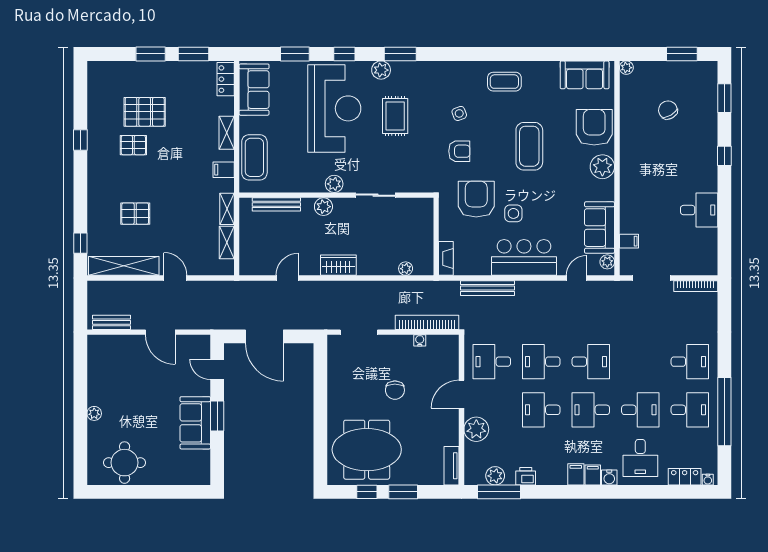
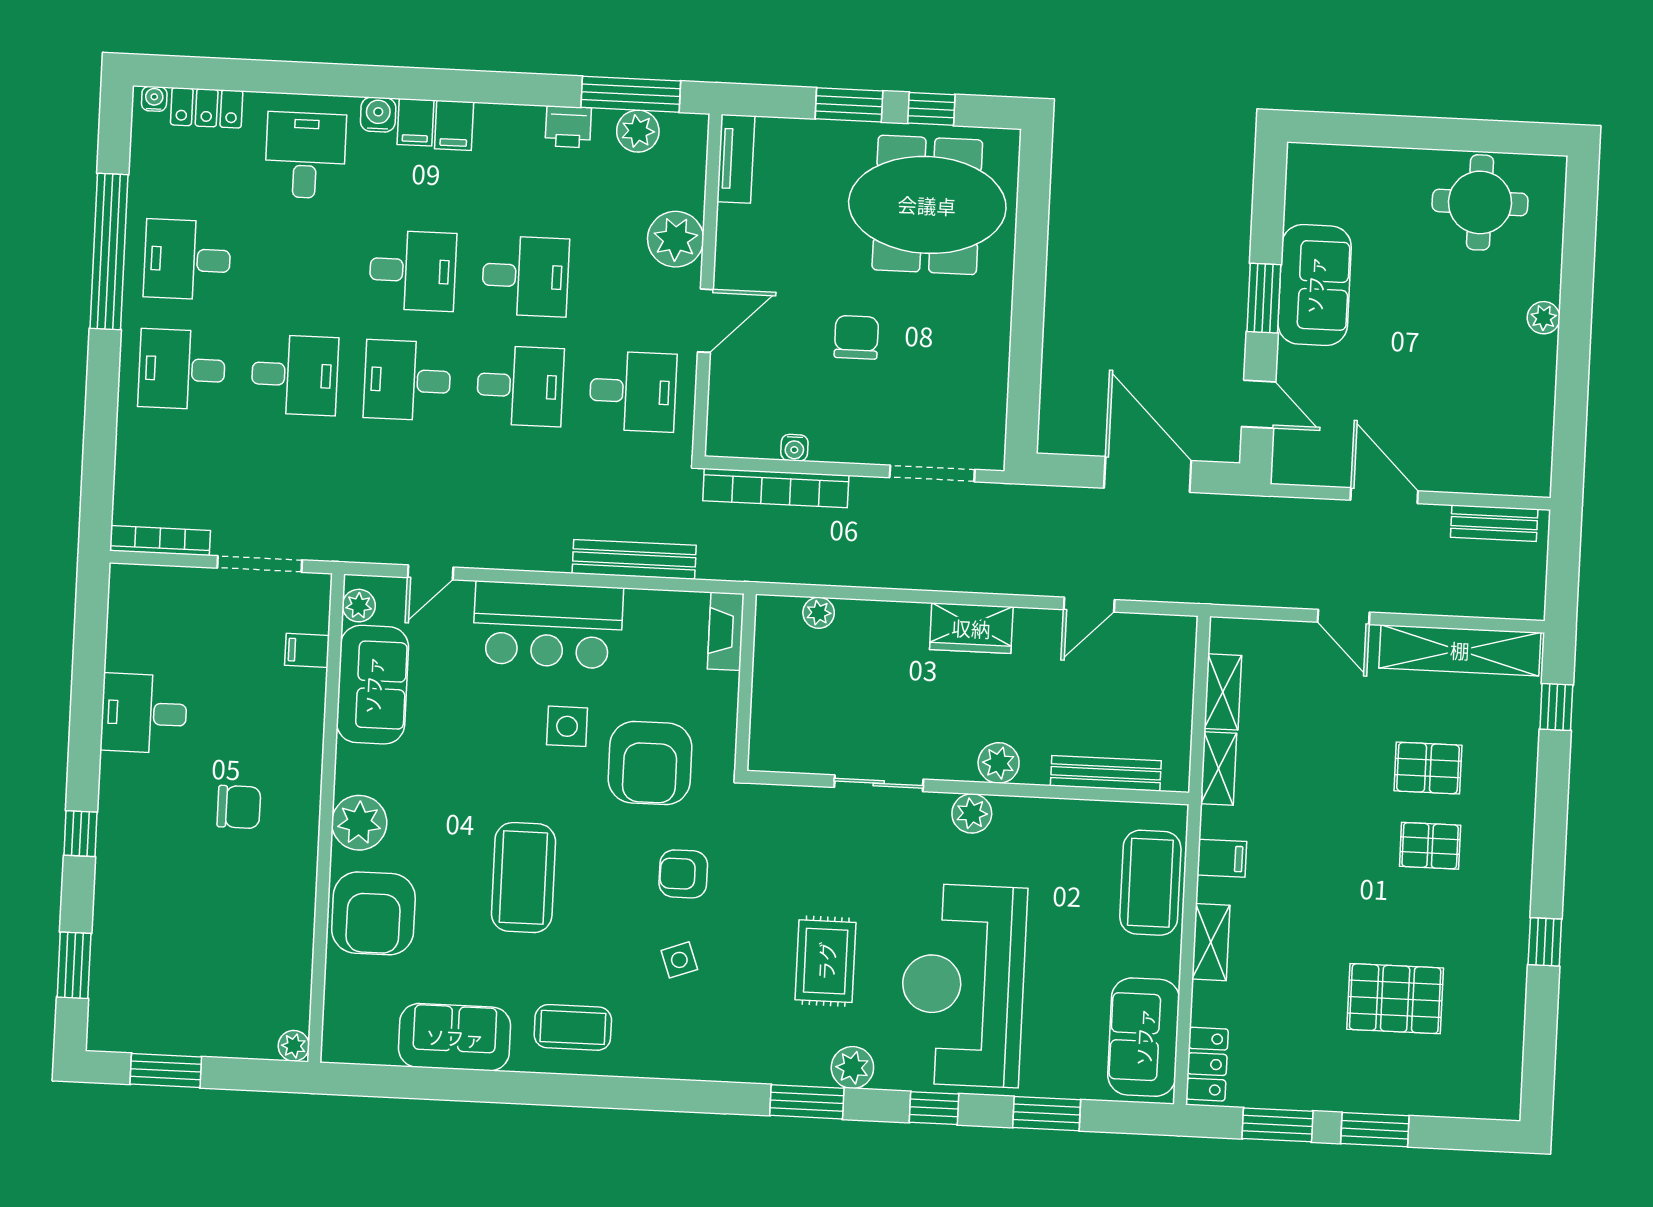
sofa: (585, 75) -> (455, 1037), moved
chair: (668, 110) -> (239, 807), moved, turned -60
pallet: (133, 145) -> (1430, 846), moved
desk: (640, 410) -> (295, 375), moved, turned 180

